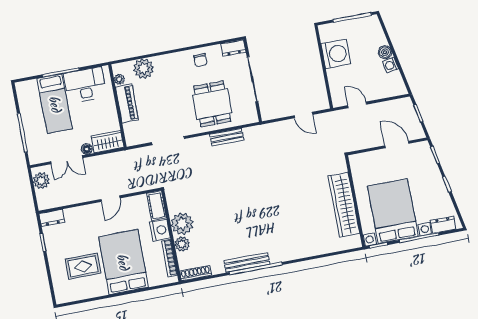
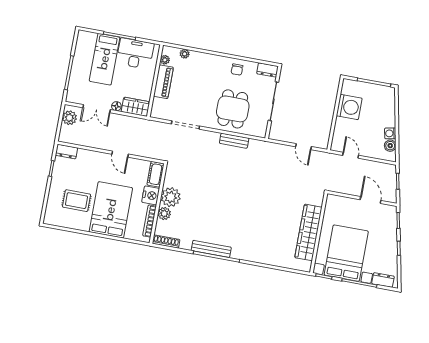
boiler: (385, 52) -> (390, 146), moved
plant: (143, 69) -> (185, 54), width x0.53, depth x0.53
door: (110, 199) -> (120, 154), hinge flipped

